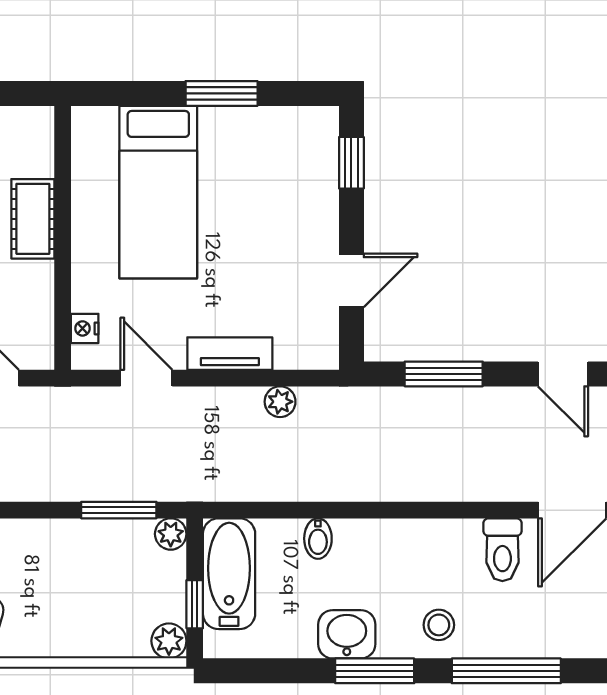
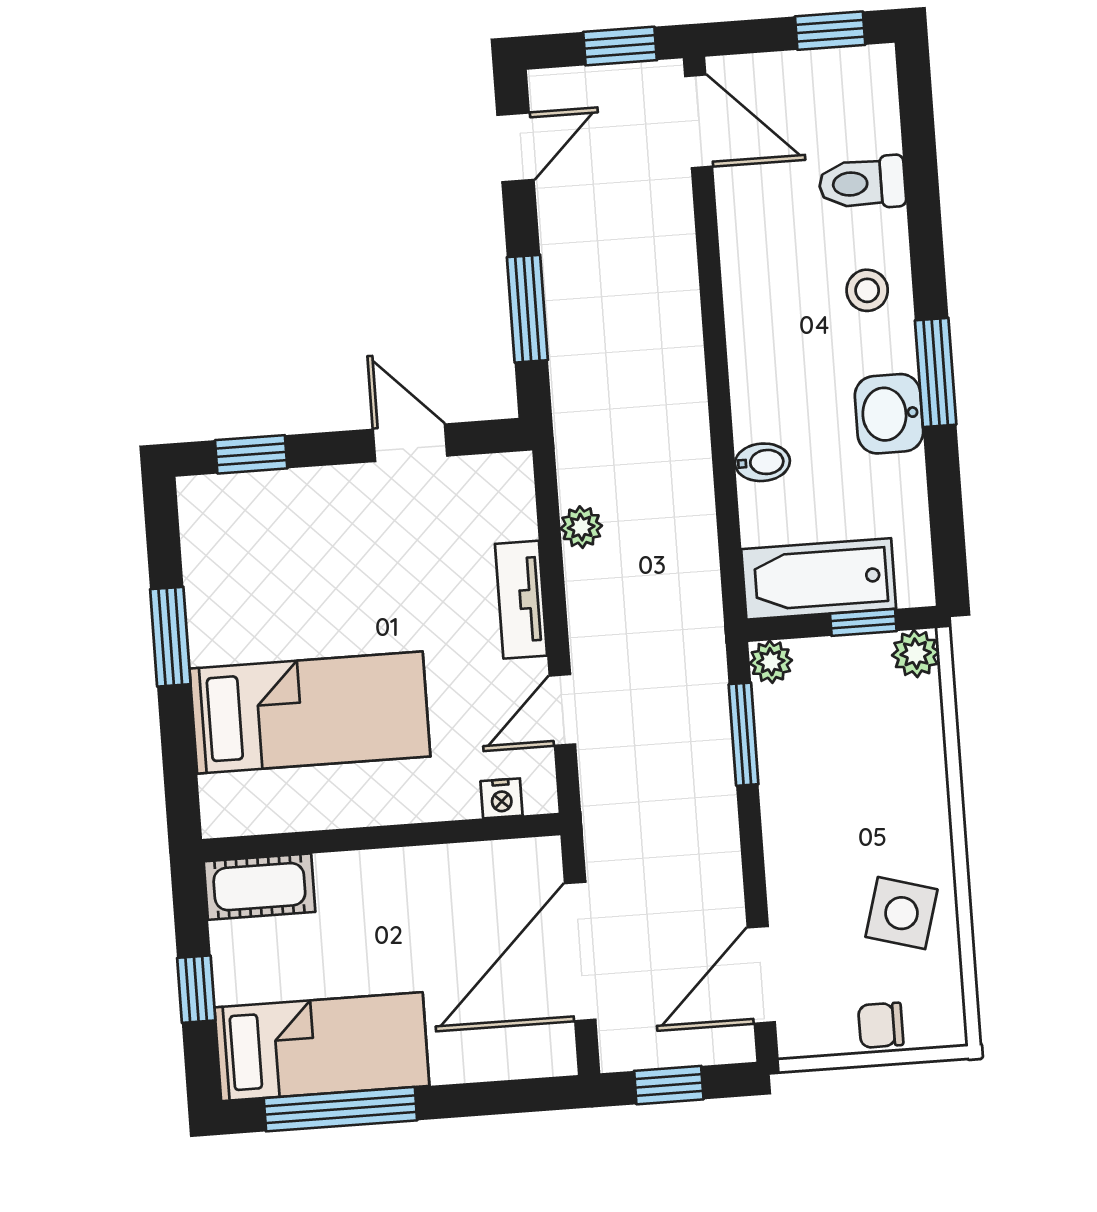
cot: (33, 219) -> (259, 887), moved
toilet: (502, 550) -> (862, 183), moved, turned 180
window: (506, 671) -> (923, 195), removed

